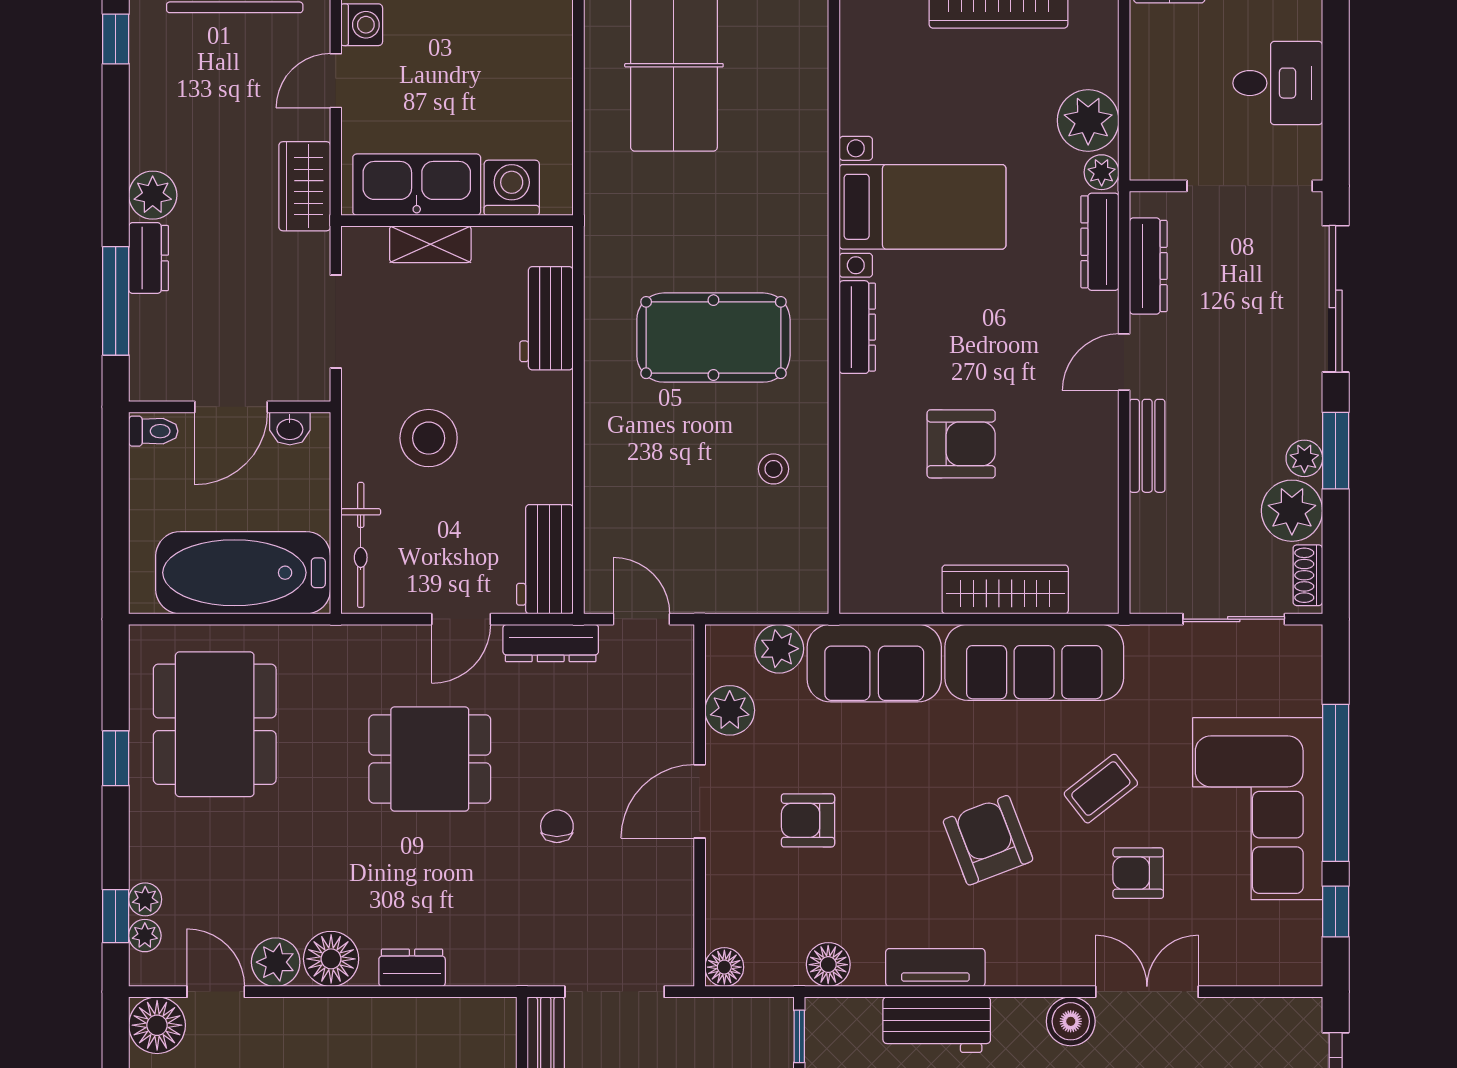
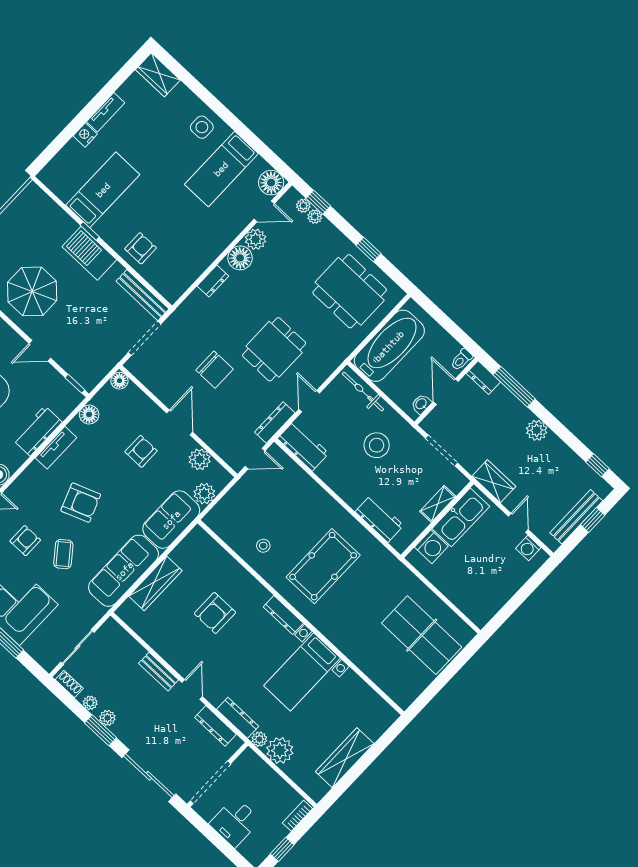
dresser: (149, 258) -> (483, 378), moved
plant: (1292, 511) -> (90, 703), width x0.53, depth x0.53
chair: (557, 826) -> (214, 370), width x1.87, depth x1.87

